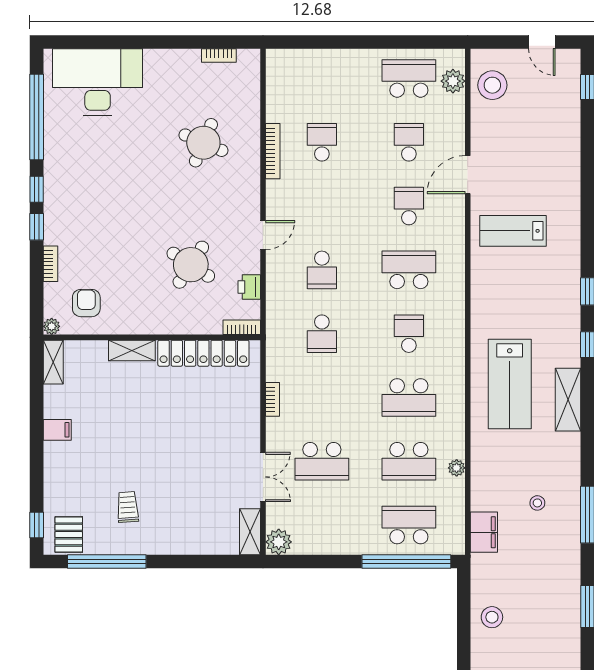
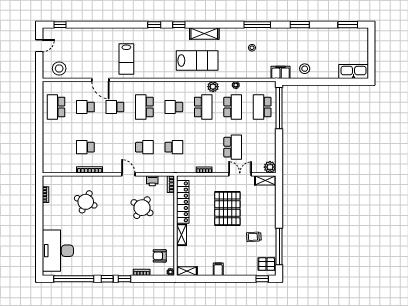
plant: (453, 81) -> (213, 87), moved
pallet: (189, 450) -> (227, 208), added
filing cabinet: (484, 532) -> (281, 72), moved

